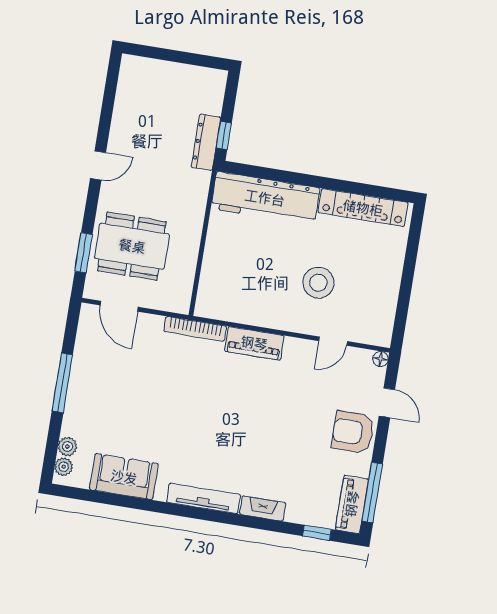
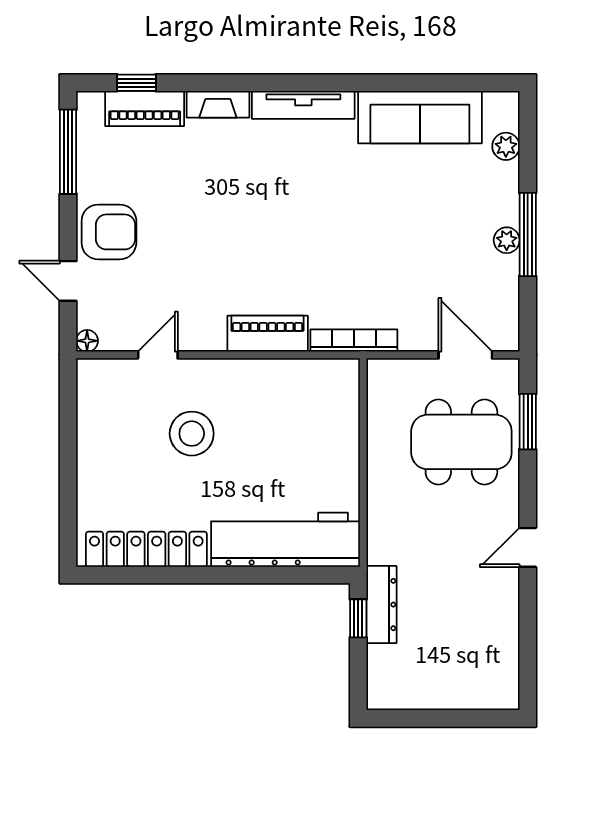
plant: (64, 467) -> (507, 240), moved
sofa: (124, 477) -> (420, 117), width x1.36
piano: (352, 504) -> (145, 109), moved, turned 90

